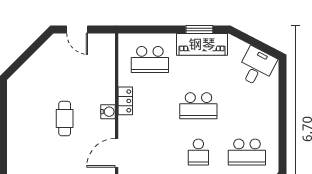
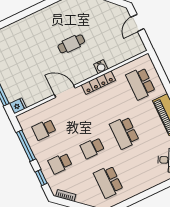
locker: (125, 101) -> (98, 83), width x1.53
water cooler: (108, 112) -> (101, 67), moved

